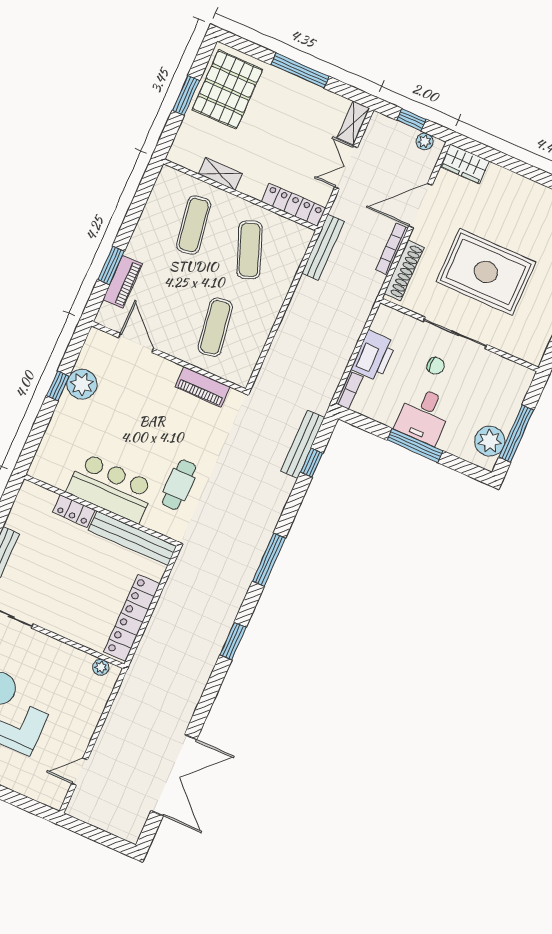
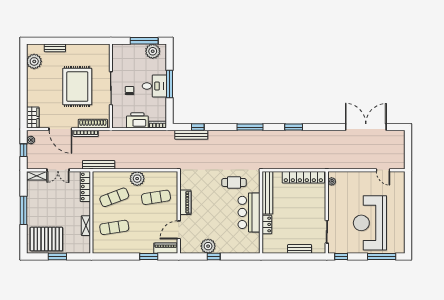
piano: (123, 282) -> (166, 248), moved
plant: (266, 308) -> (137, 179), added
piano: (202, 387) -> (185, 202), moved

